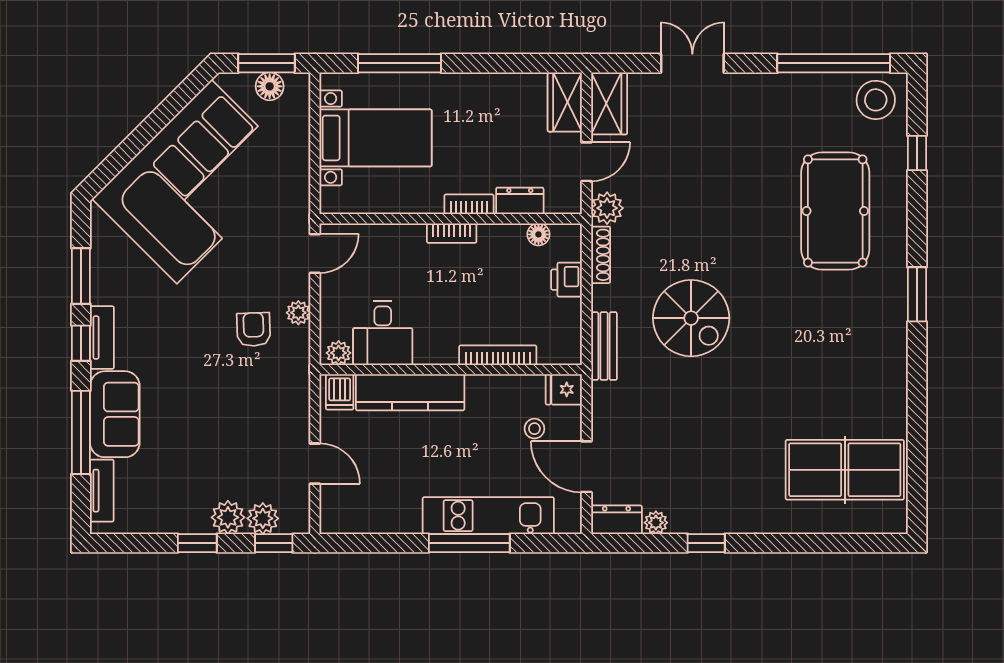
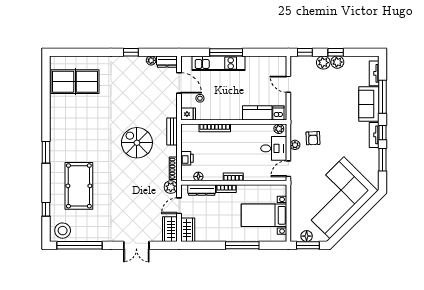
window: (399, 63) -> (242, 245), moved
dresser: (520, 201) -> (202, 190), width x1.44
desk: (383, 333) -> (274, 148), moved, turned 90
kitchen counter: (410, 392) -> (257, 113), width x0.67
plant: (263, 518) -> (337, 62), moved

